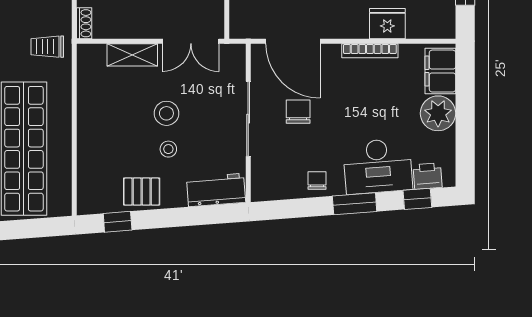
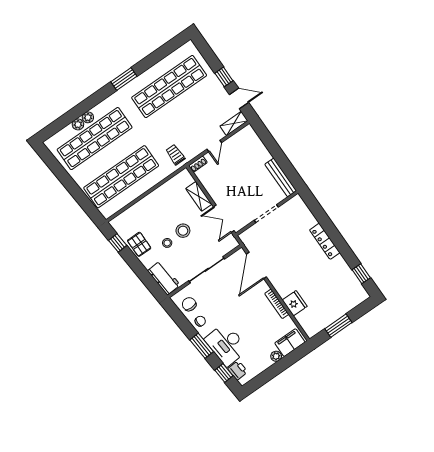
chair: (298, 112) -> (189, 304), moved, turned -90
plant: (438, 113) -> (276, 356), width x0.53, depth x0.53

